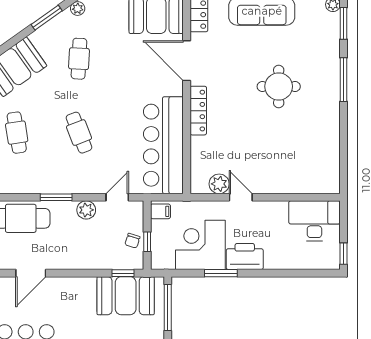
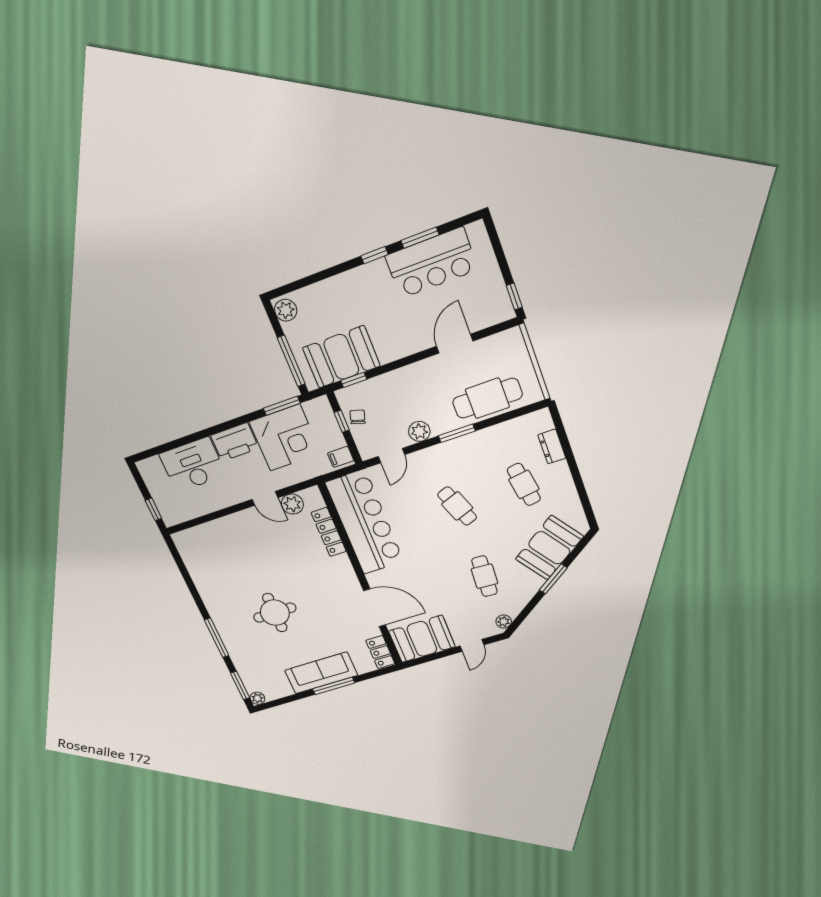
window: (47, 18) -> (553, 579), moved
locker: (198, 111) -> (329, 532), moved
desk: (314, 221) -> (193, 465), moved, turned 180
window: (344, 254) -> (153, 509), moved
window: (221, 273) -> (282, 406), moved

